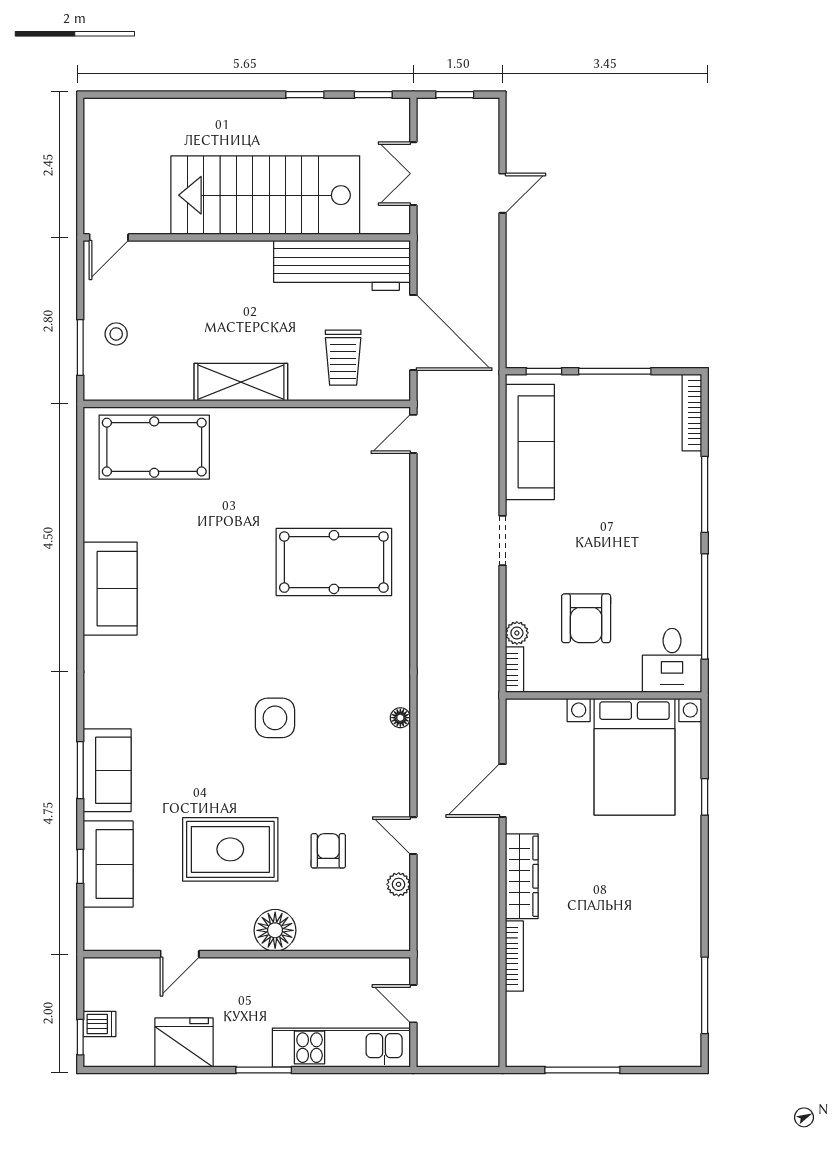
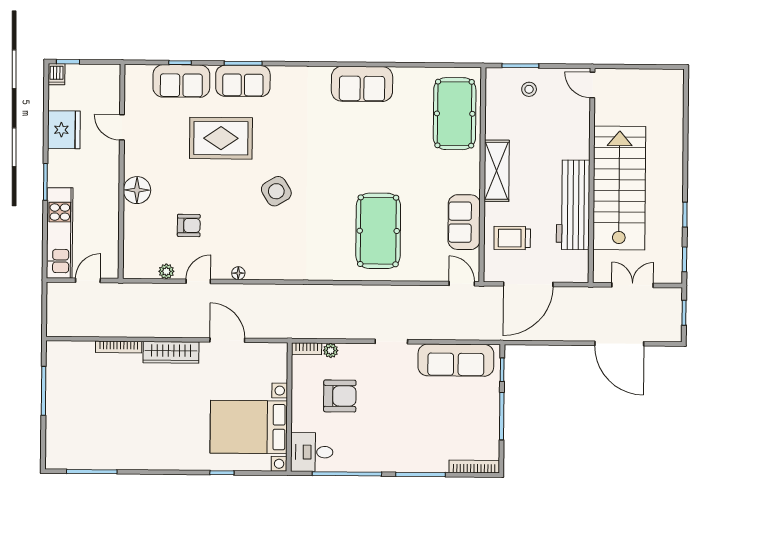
door: (502, 193) -> (619, 344), width x1.87
workbench: (342, 265) -> (573, 205), moved
sofa: (319, 431) -> (464, 222), added
armchair: (586, 618) -> (340, 396), turned 180
side table: (275, 718) -> (276, 191), turned -31
floor lamp: (400, 718) -> (238, 273), moved
rug: (230, 849) -> (221, 138), moved, turned 90
dishwasher: (99, 1024) -> (57, 74), moved

